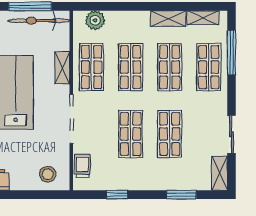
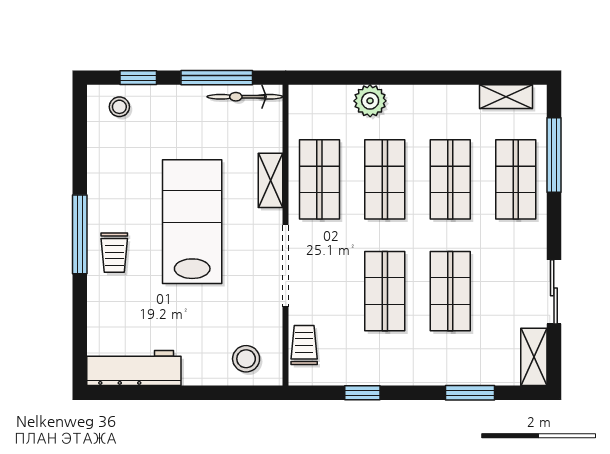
shelving: (168, 19) -> (448, 98), removed
plant: (95, 20) -> (370, 101), moved
bicycle: (39, 21) -> (245, 97), width x0.73, depth x0.71

